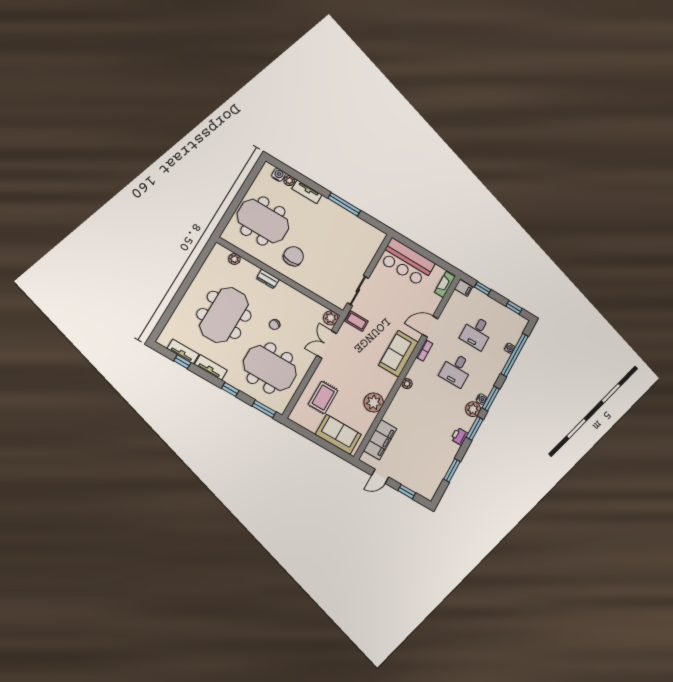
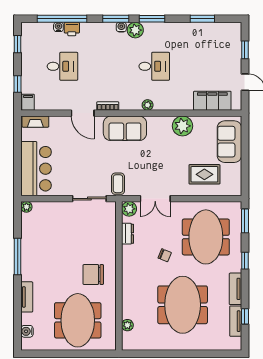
plant: (289, 181) -> (26, 207), moved
dresser: (268, 279) -> (128, 234), moved
meeting table: (224, 315) -> (183, 305), turned 90
desk: (456, 370) -> (154, 66), moved
printer: (459, 436) -> (72, 29), moved

